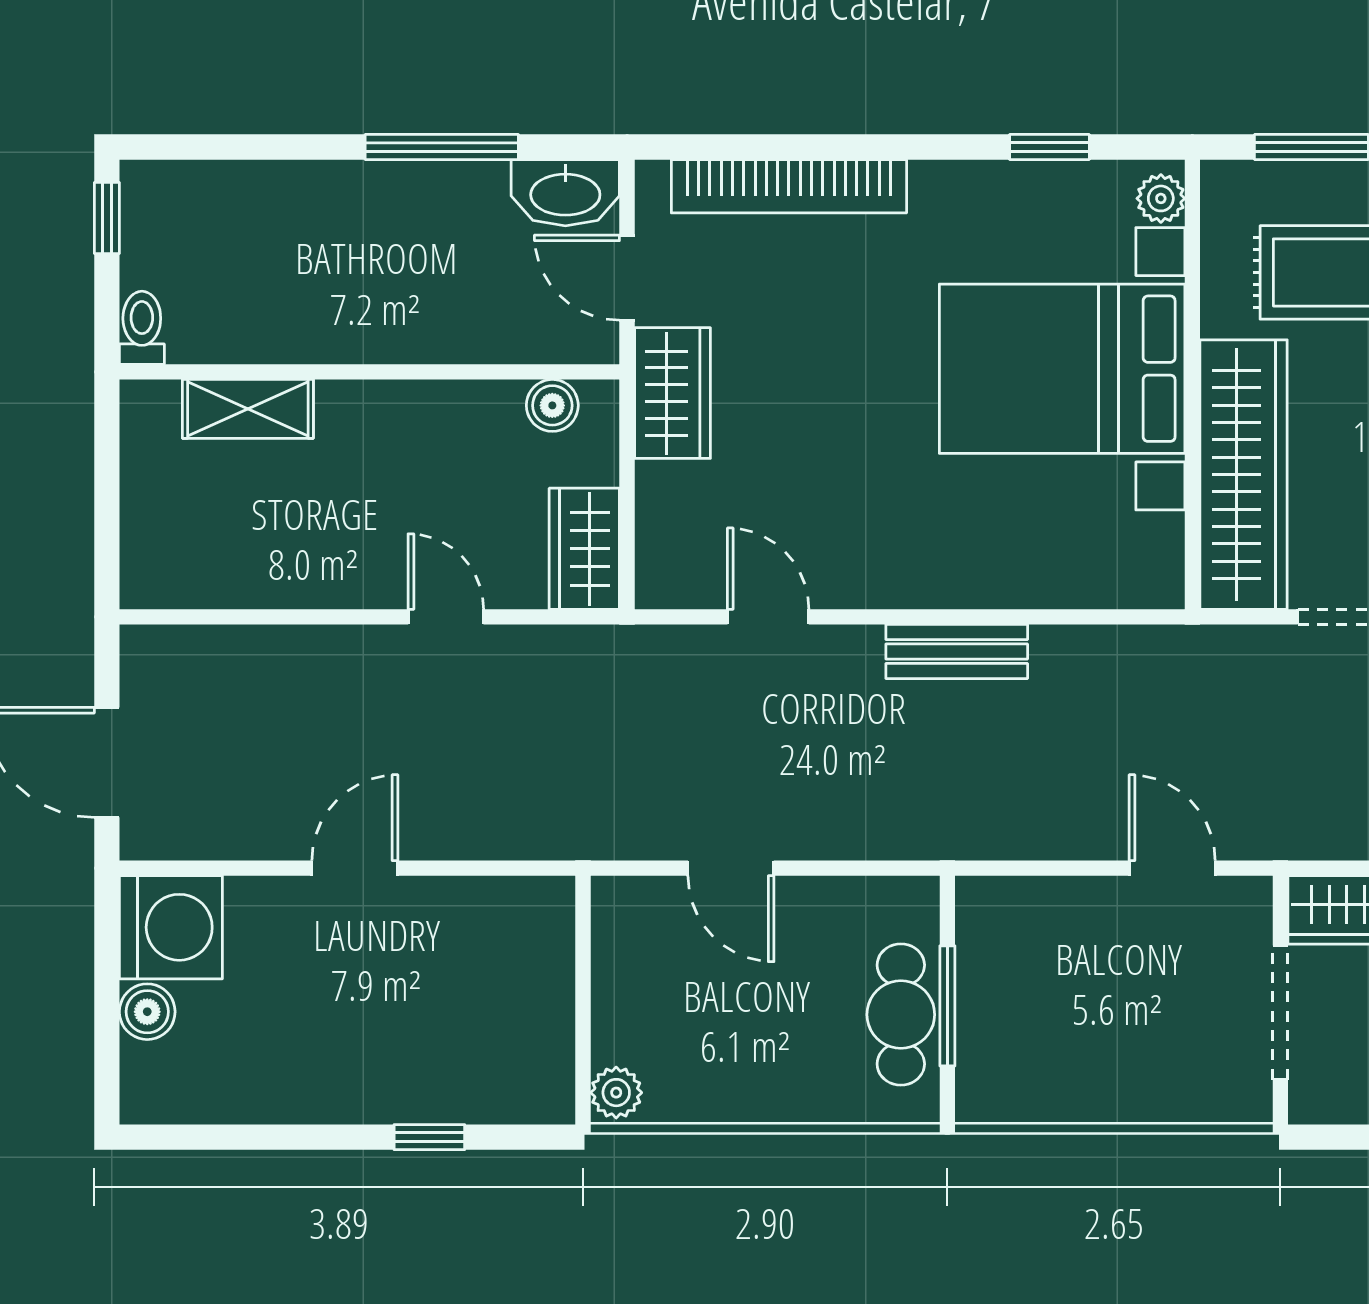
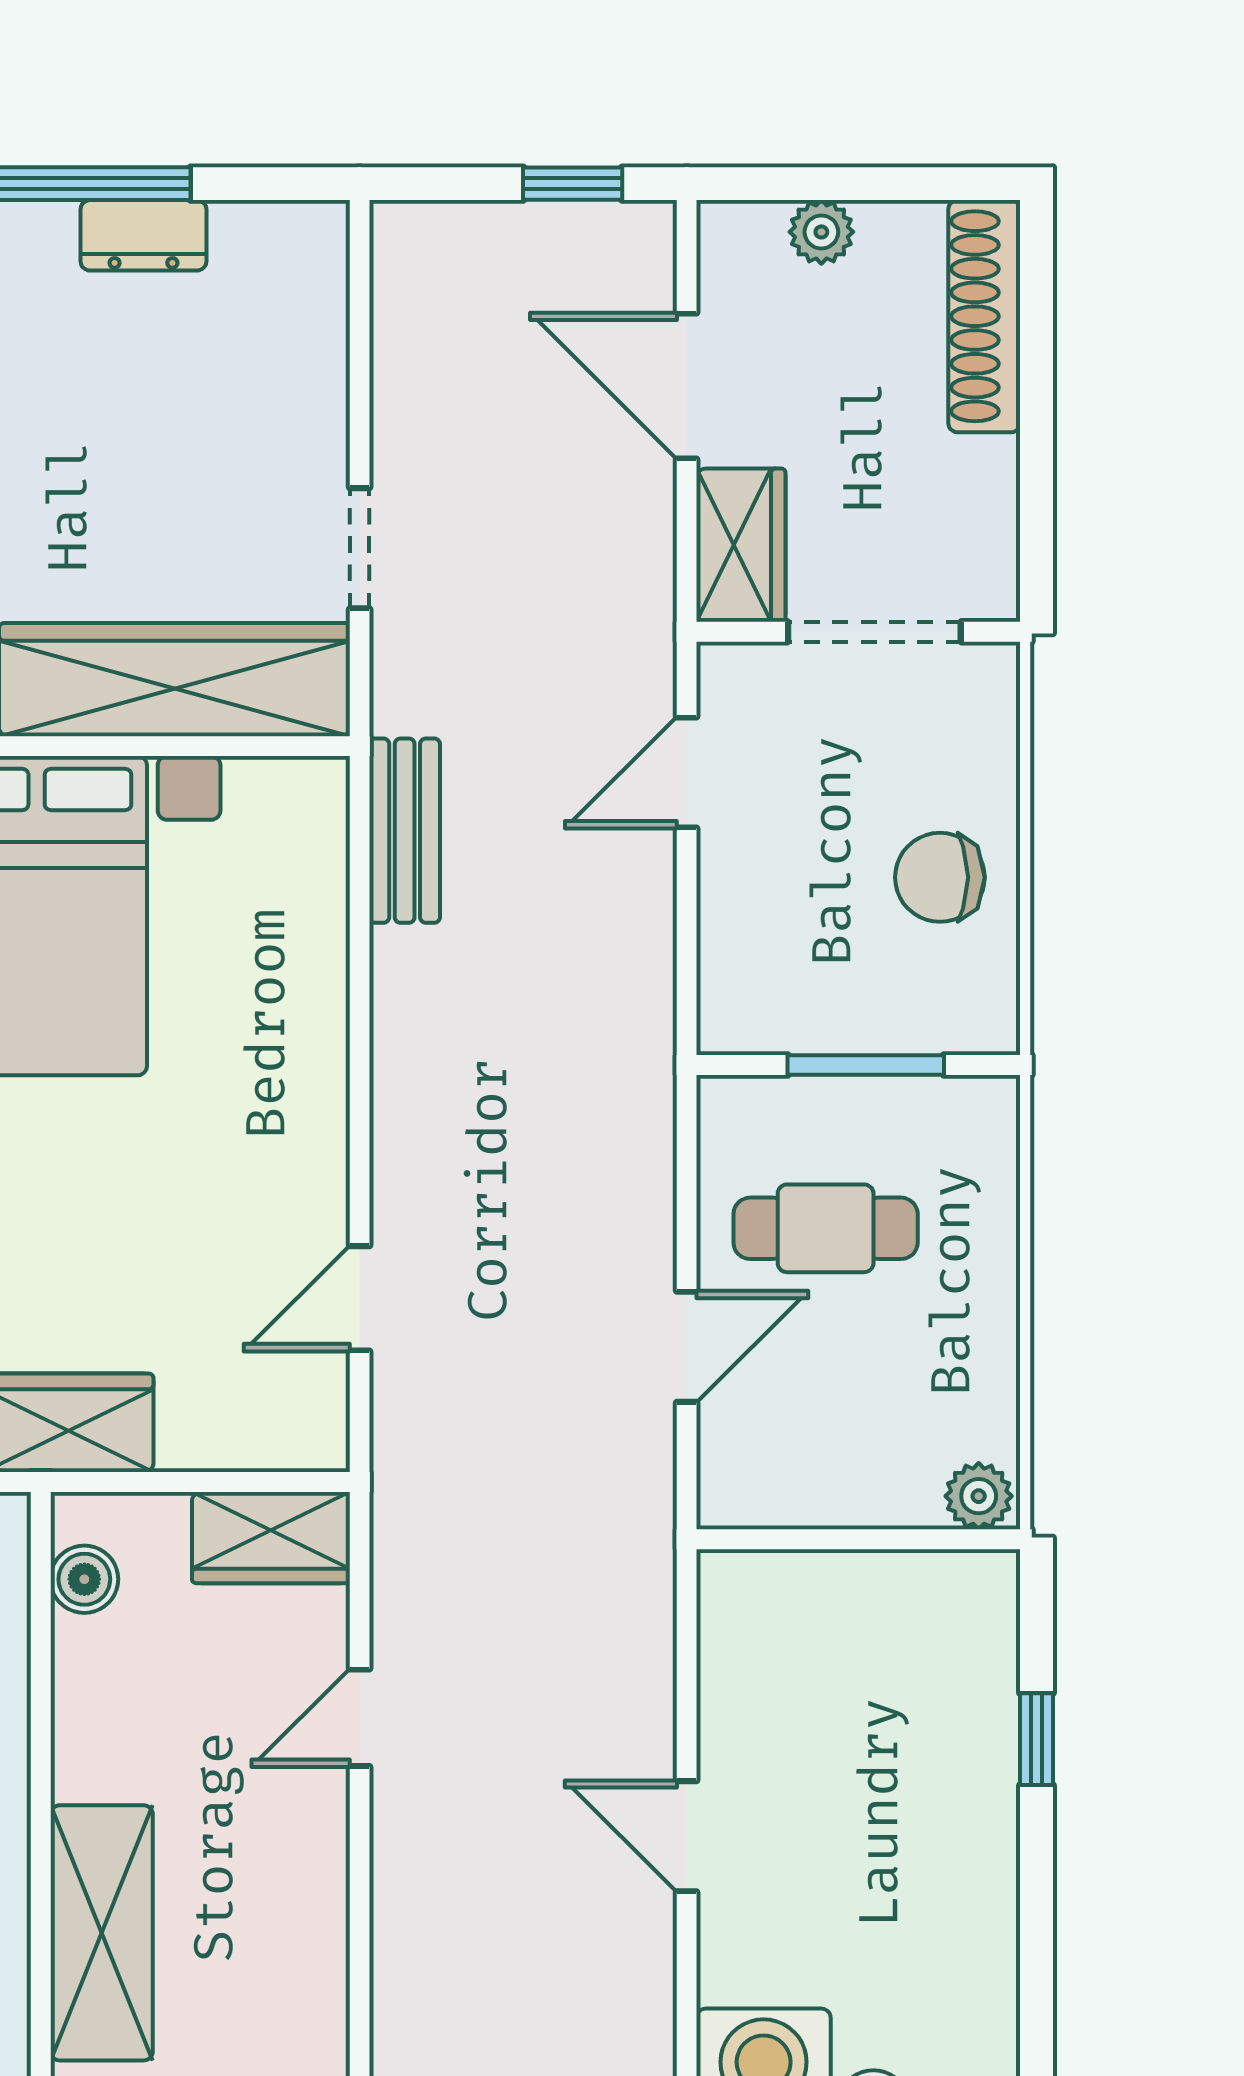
shelving: (248, 409) -> (102, 1933), width x1.50, depth x1.33
bench: (957, 652) -> (405, 831), moved
cafe table: (901, 1015) -> (826, 1228), moved
chair: (1092, 1063) -> (940, 877), added

